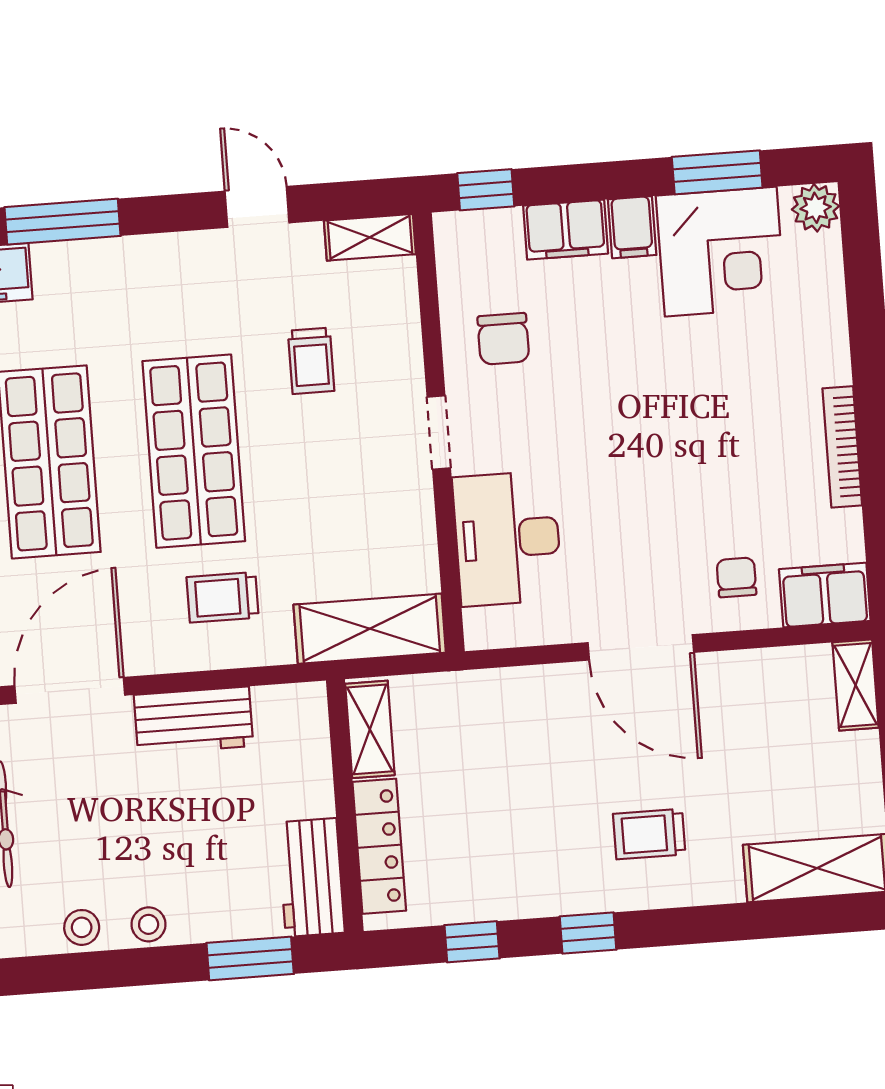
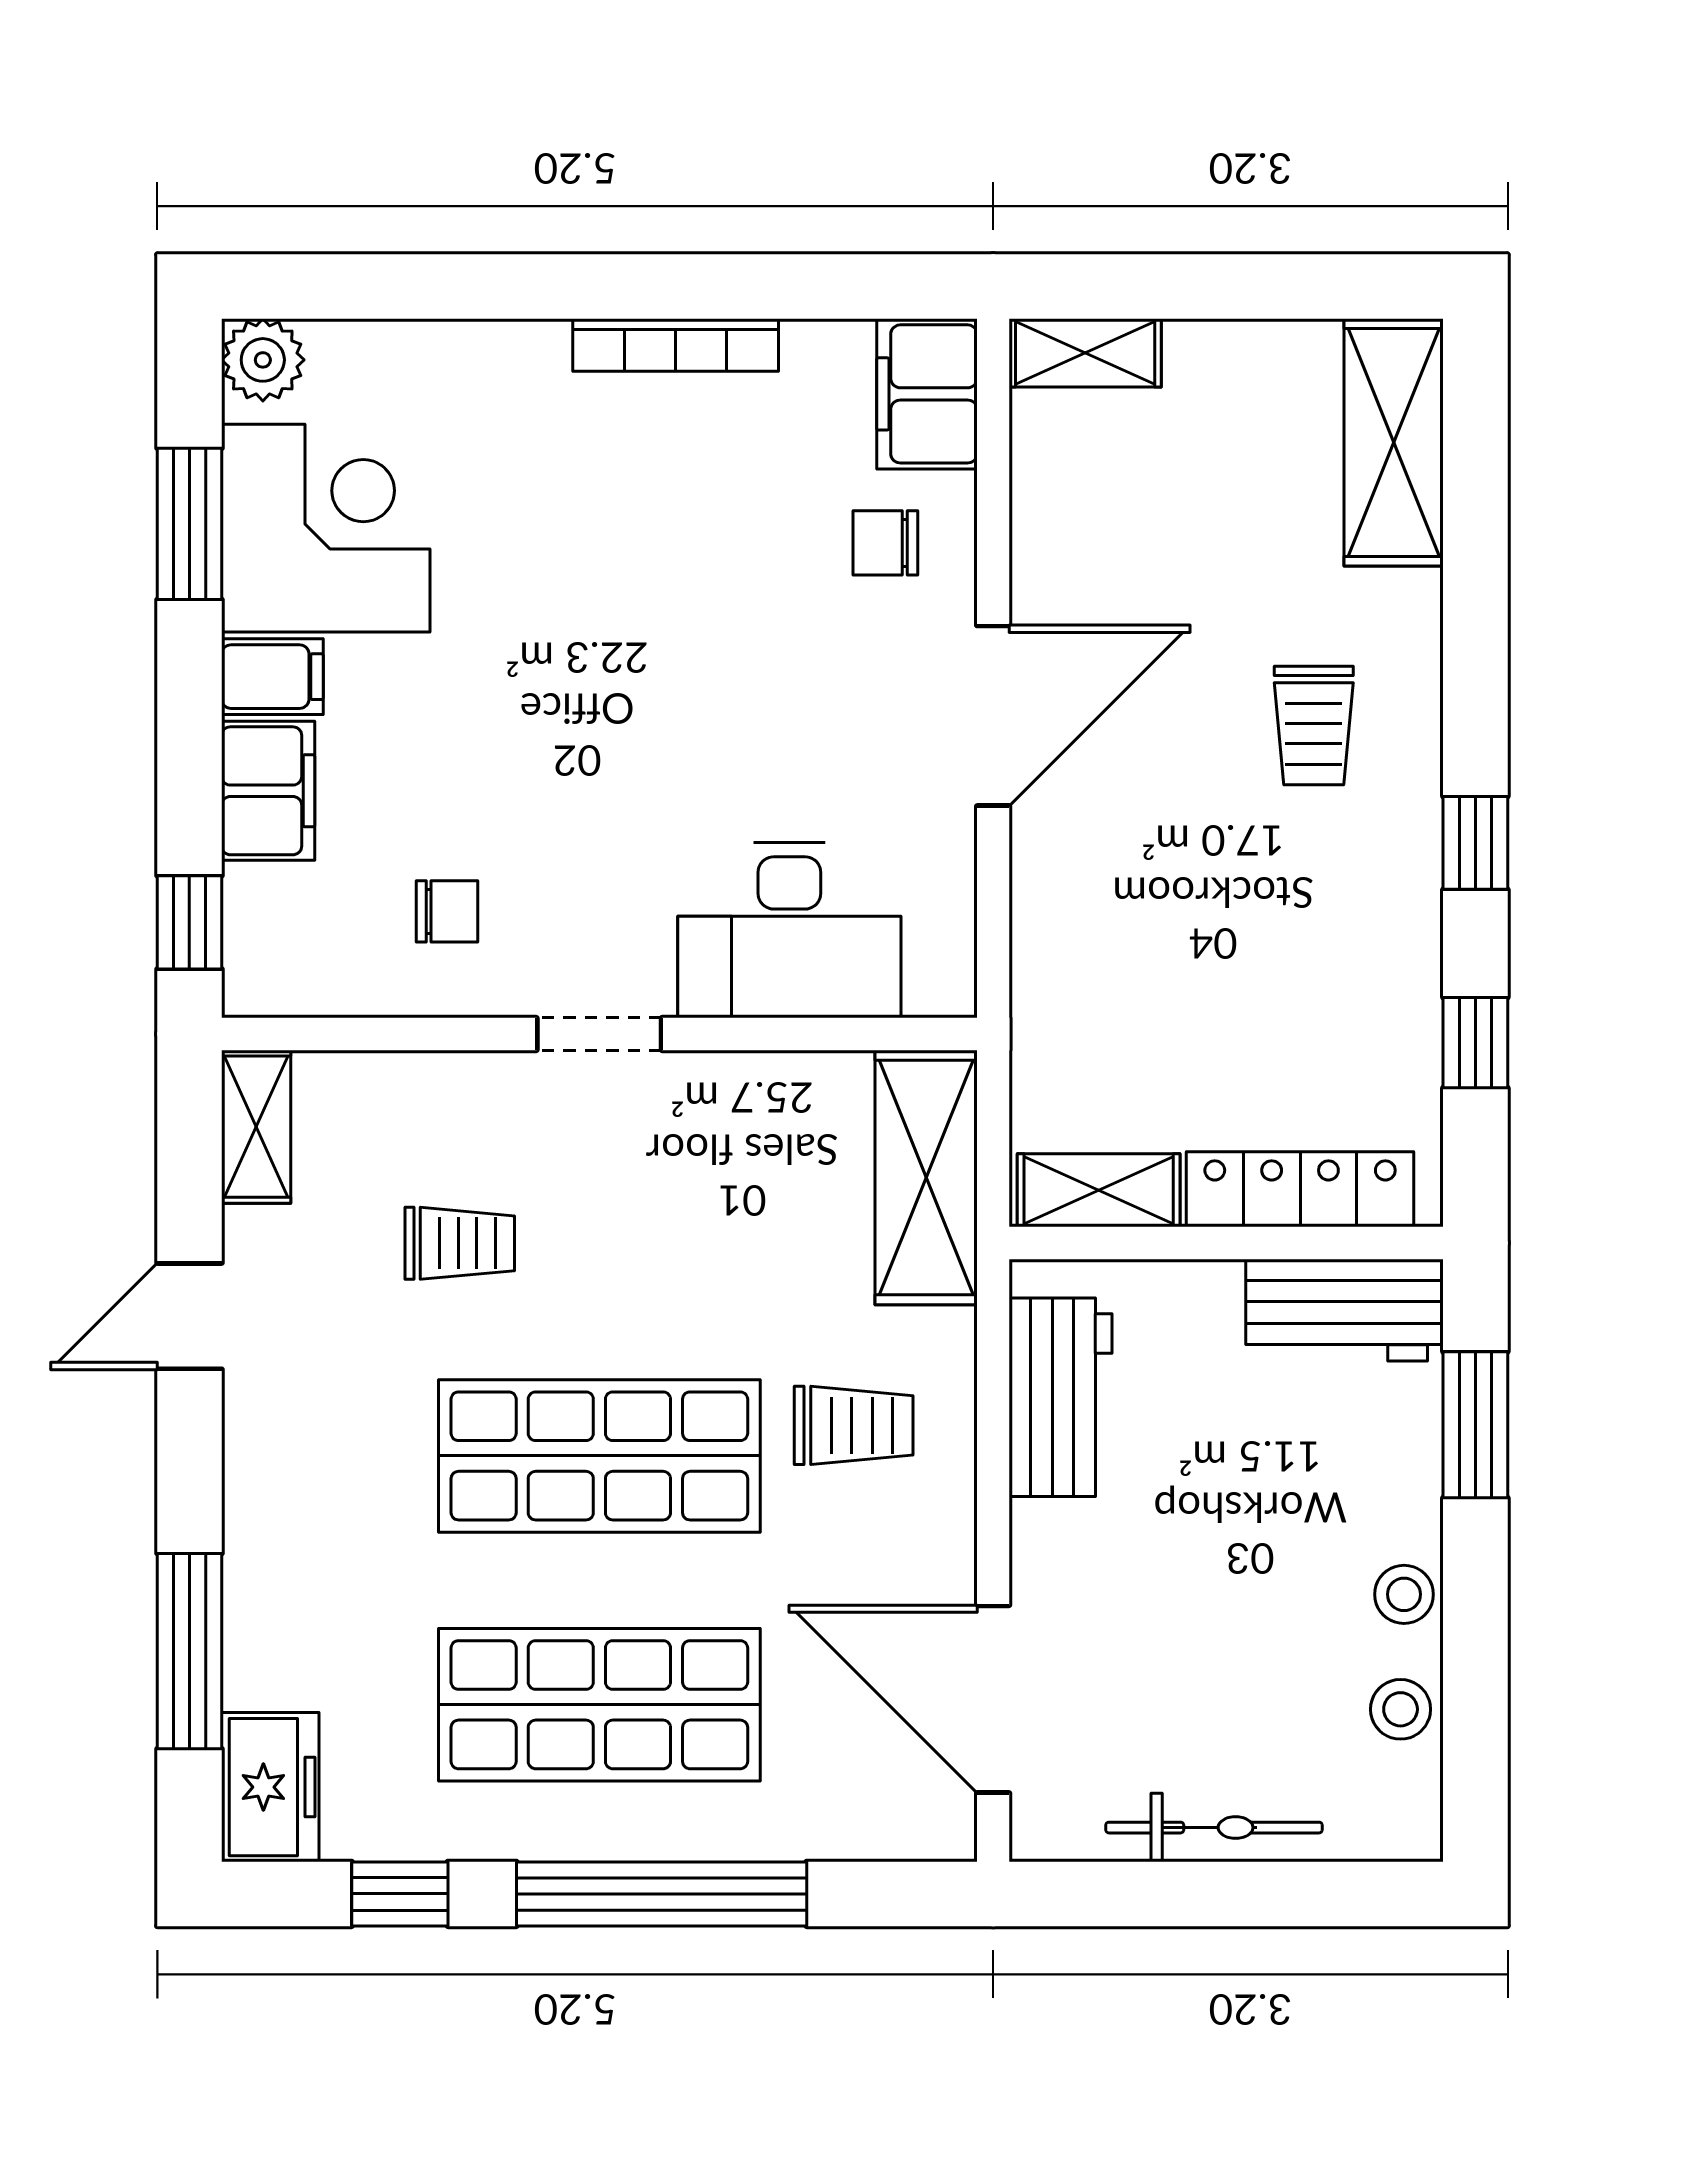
chair: (503, 339) -> (447, 911), width x0.73, depth x0.73
trolley: (223, 597) -> (854, 1425), turned -90
workbench: (193, 720) -> (1061, 1397), moved

